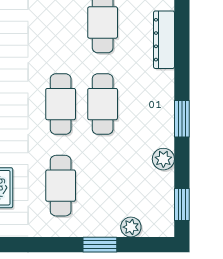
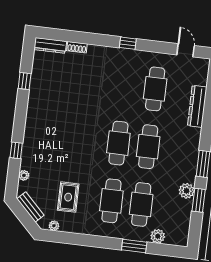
cafe table: (103, 186) -> (141, 204), added
window: (182, 204) -> (199, 200), moved

